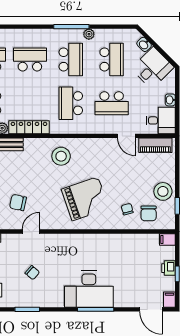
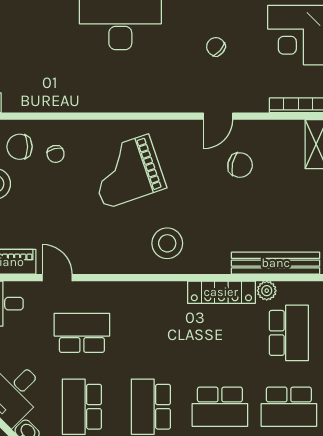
school desk: (71, 103) -> (151, 333), removed
chair: (149, 213) -> (20, 147), turned -90

